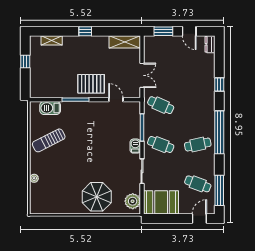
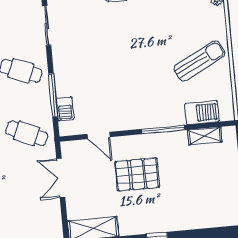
shelving: (52, 40) -> (205, 136), moved
pallet: (91, 84) -> (137, 174), moved
barbecue: (135, 146) -> (65, 109), moved

